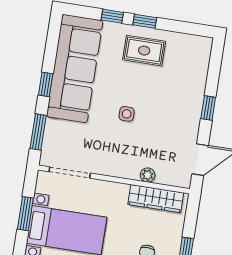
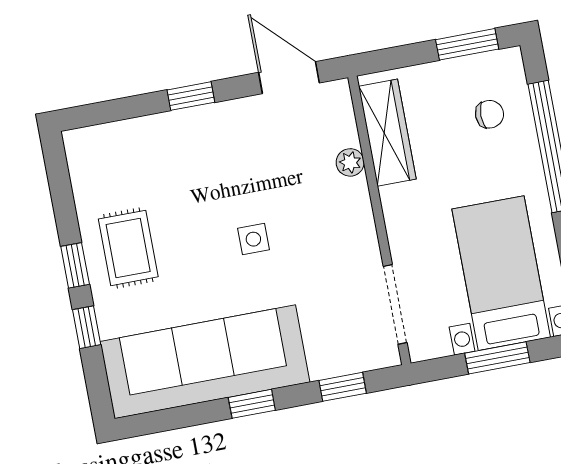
window: (38, 132) -> (343, 387), width x0.67

